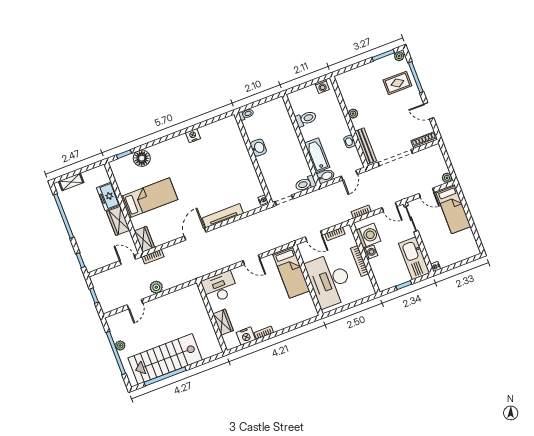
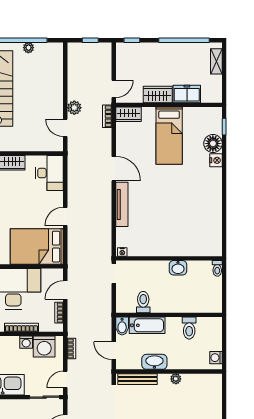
nightstand: (193, 136) -> (216, 160), moved
washbasin: (350, 141) -> (154, 362), width x1.91, depth x1.45
toilet: (305, 184) -> (143, 302), moved
bed: (291, 272) -> (37, 247), width x1.50
door: (135, 304) -> (65, 128), moved

